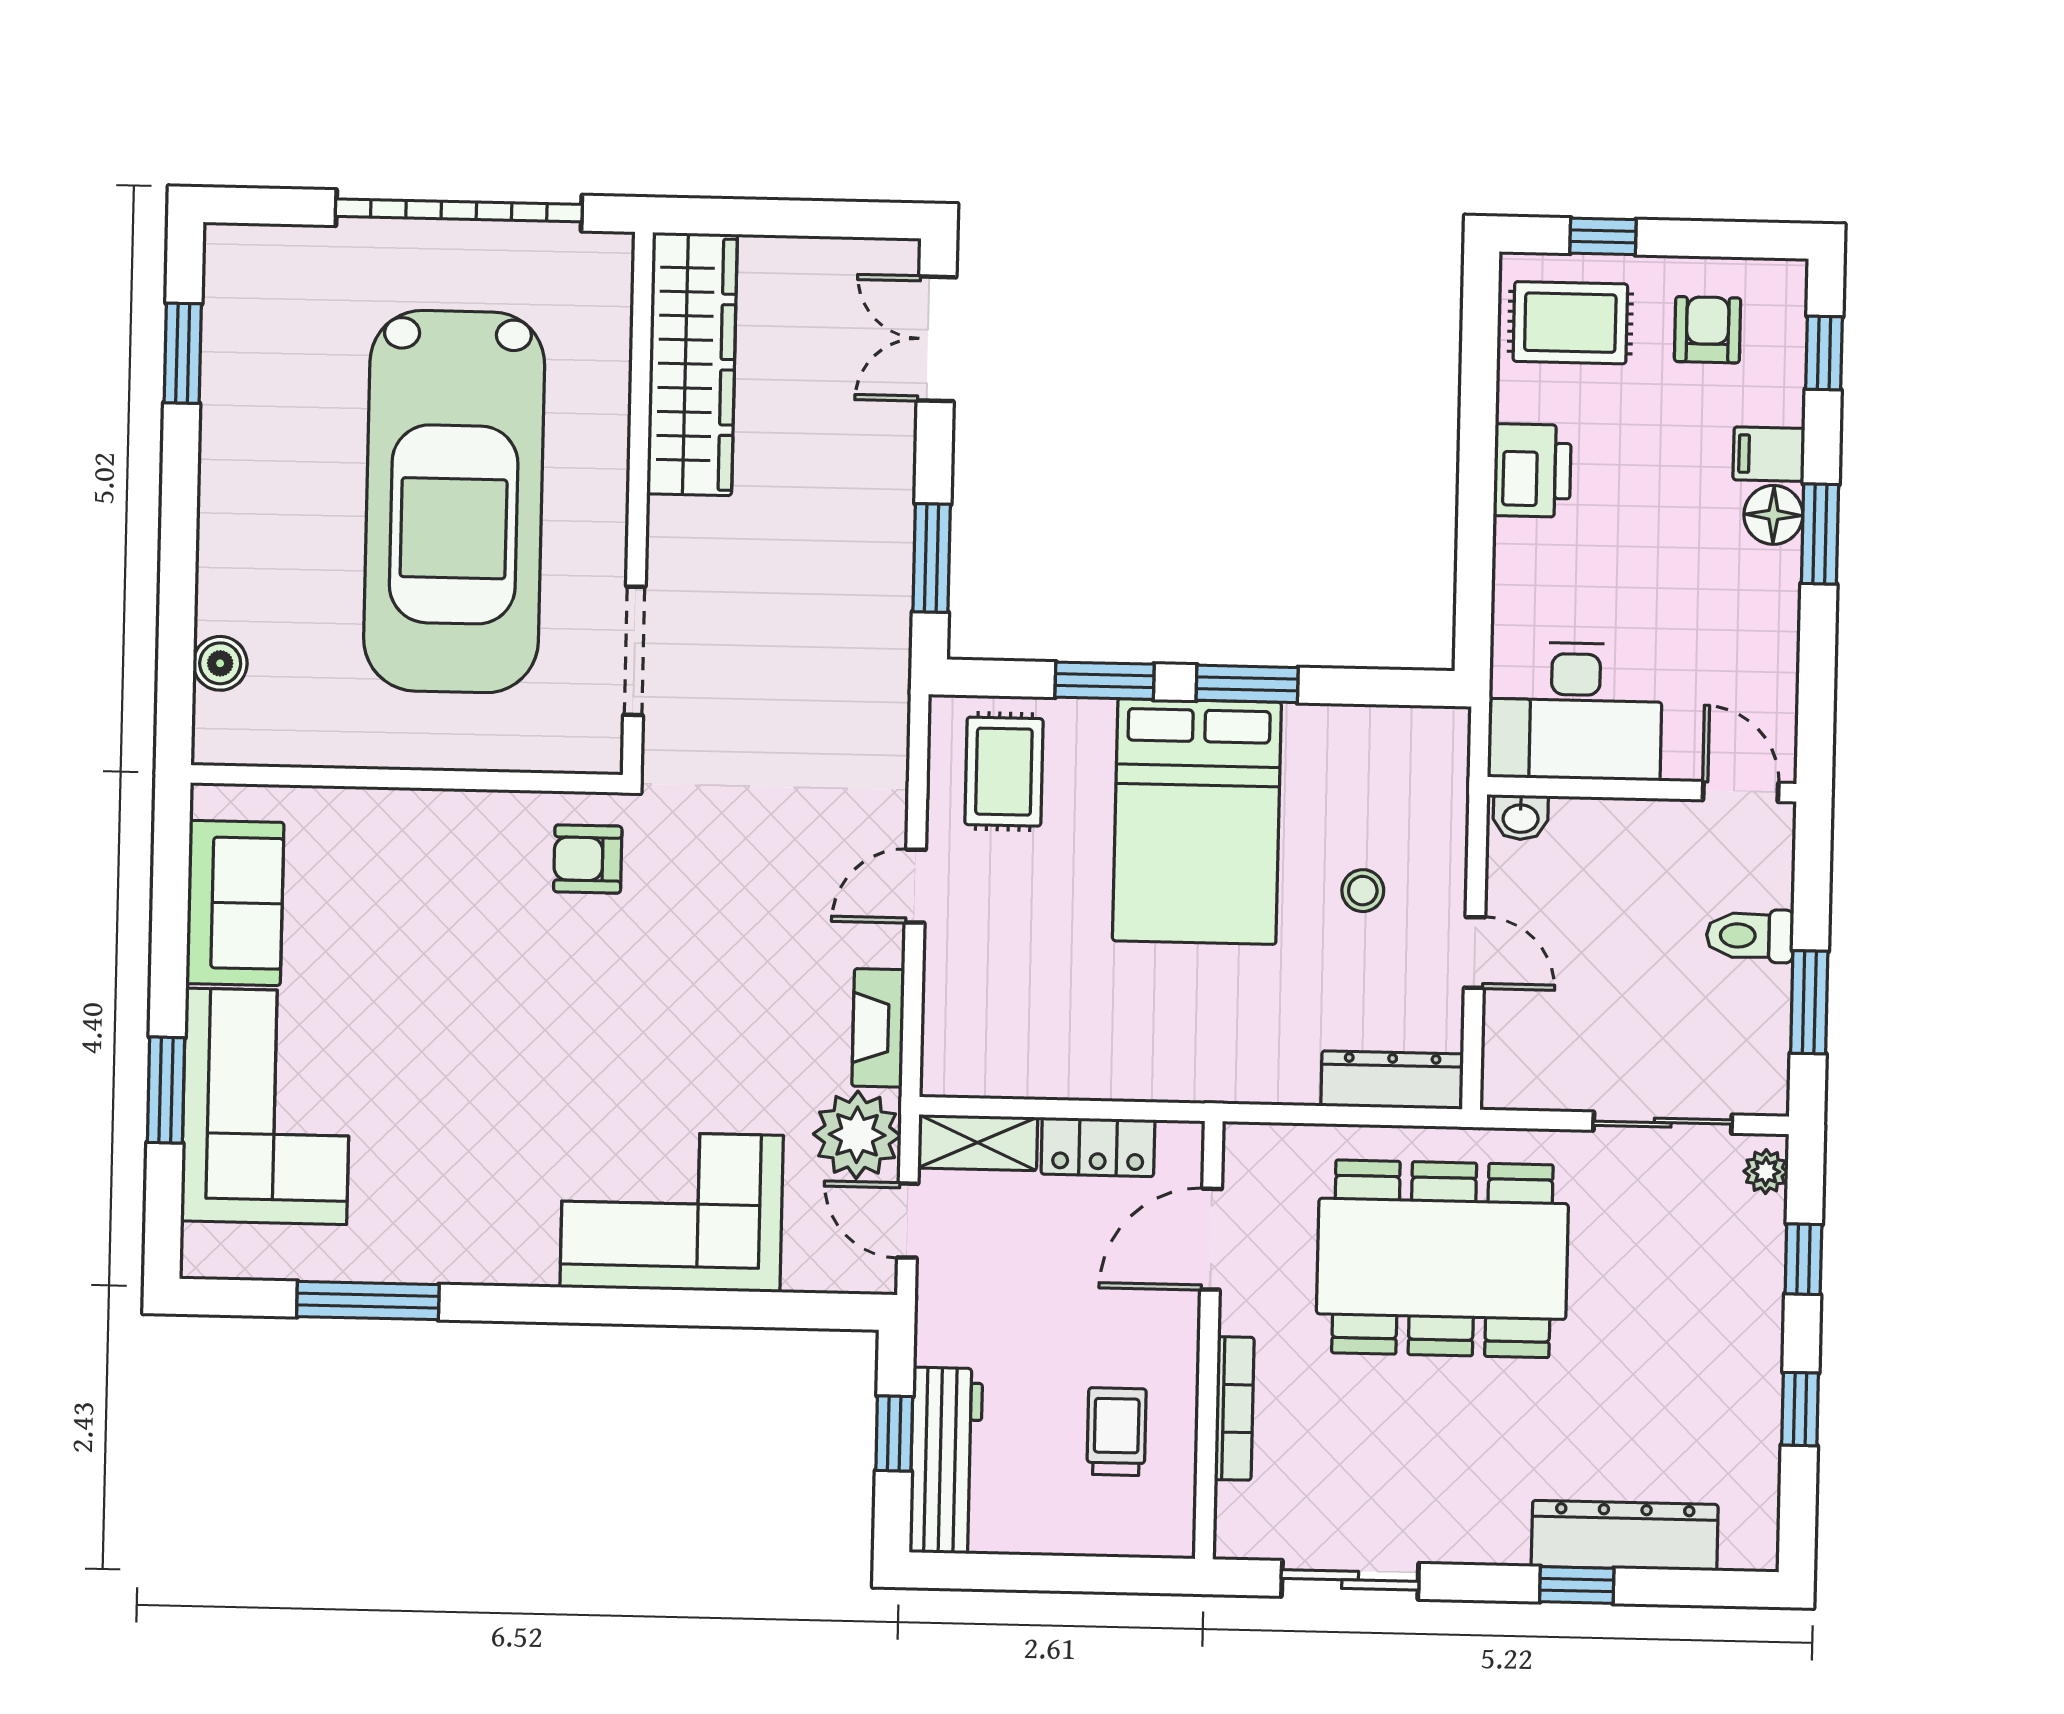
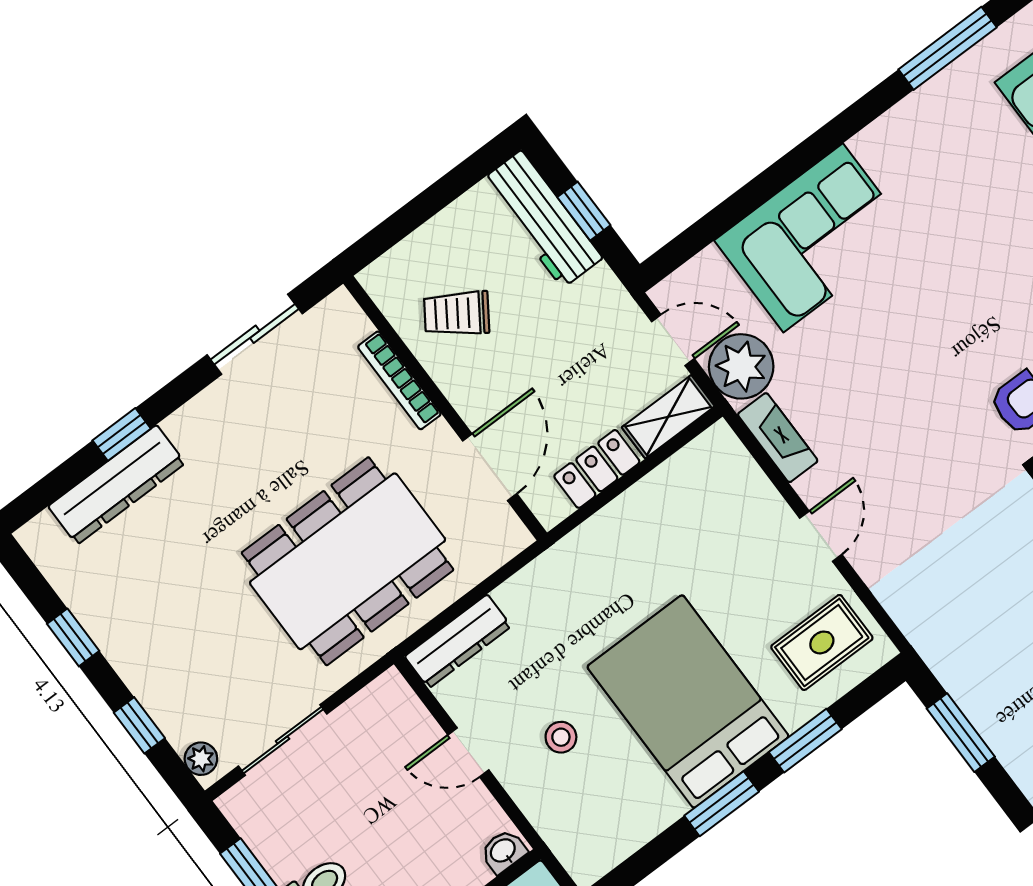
rug: (1004, 772) -> (822, 642), turned 90
trolley: (1117, 1432) -> (457, 313), turned 124

